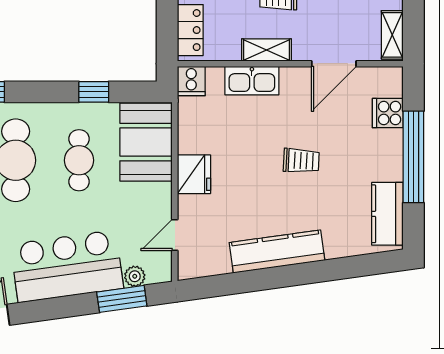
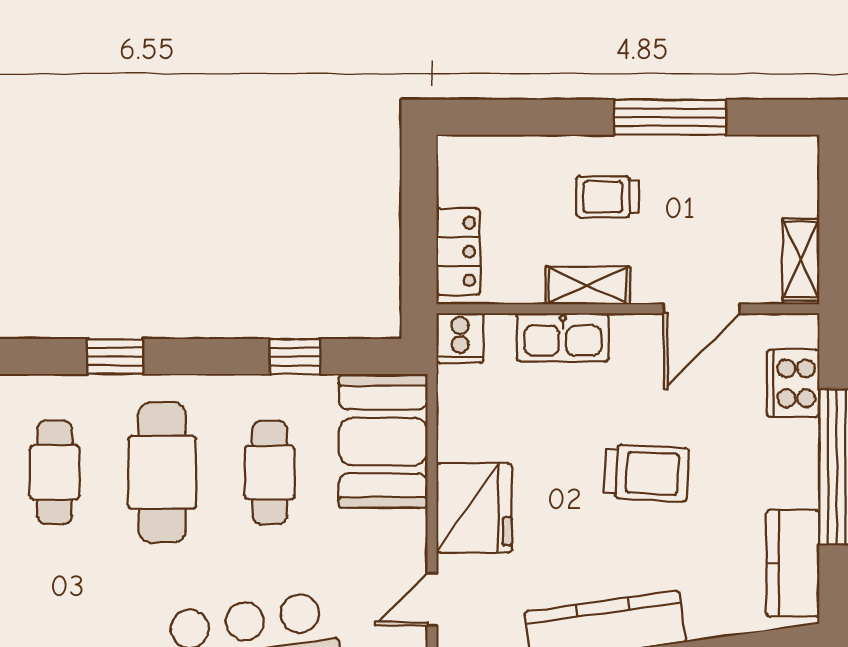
cooker: (388, 113) -> (793, 383), width x1.36
trolley: (301, 161) -> (646, 473), width x1.36, depth x1.39
fridge: (194, 174) -> (474, 508), width x1.36, depth x1.34

